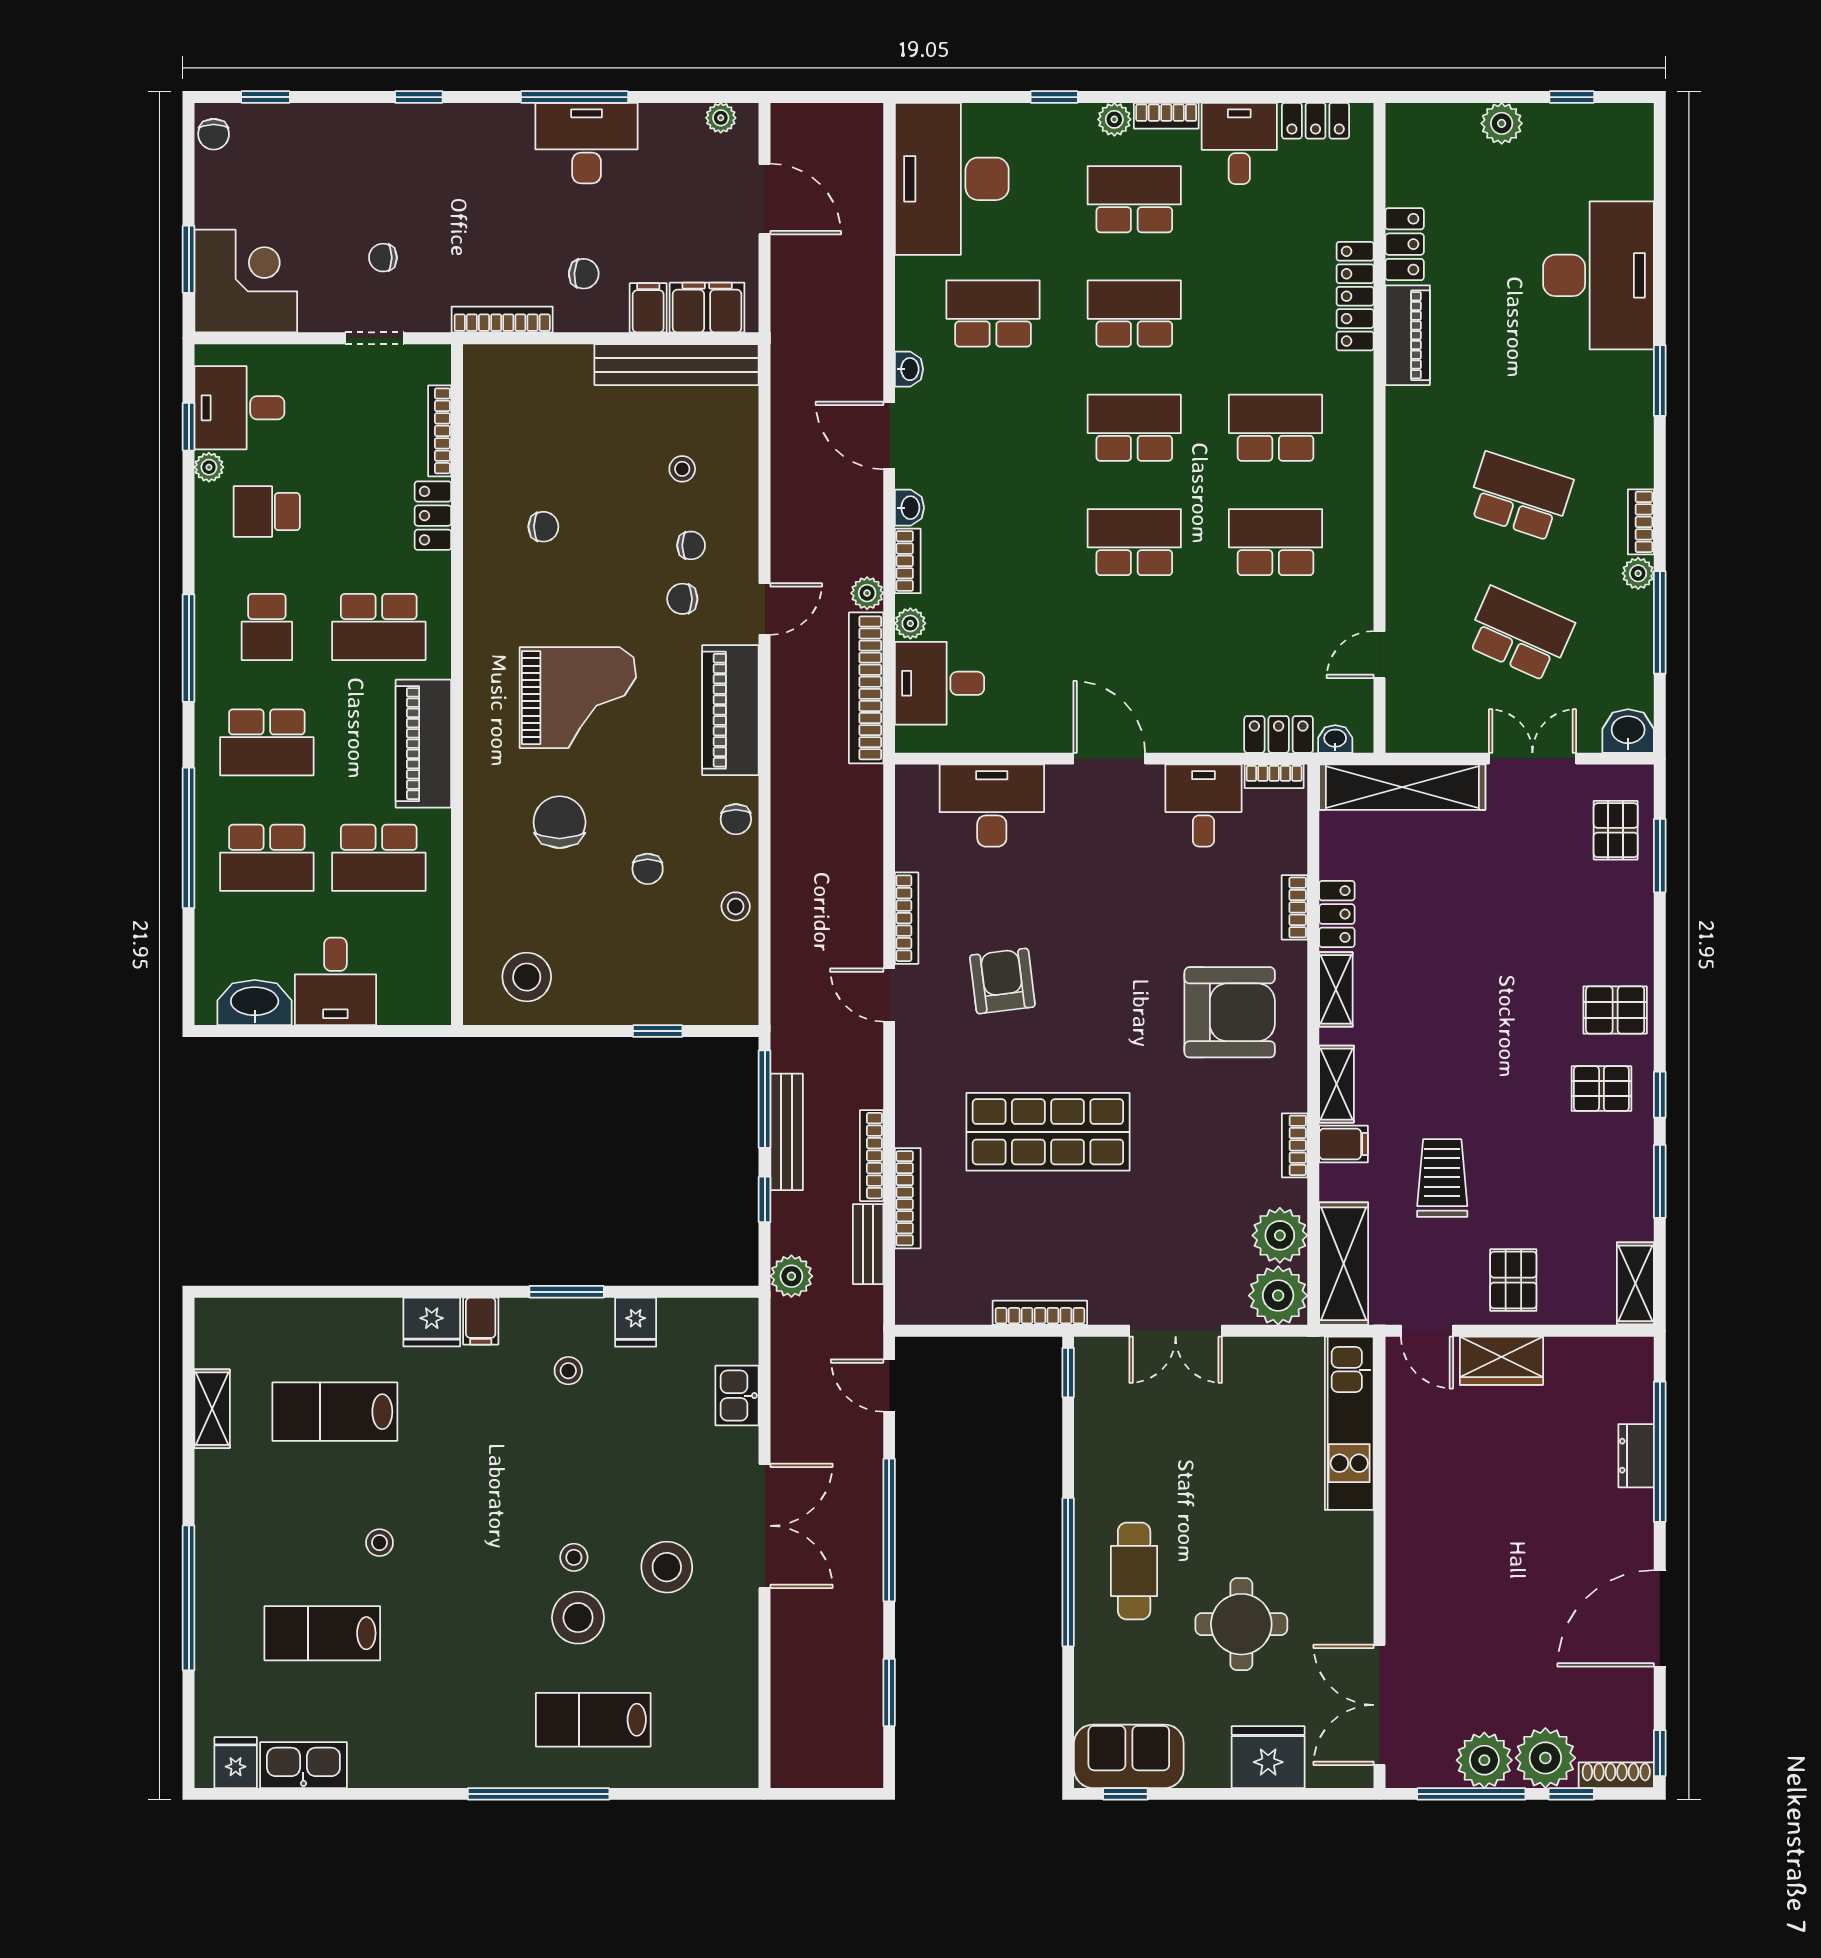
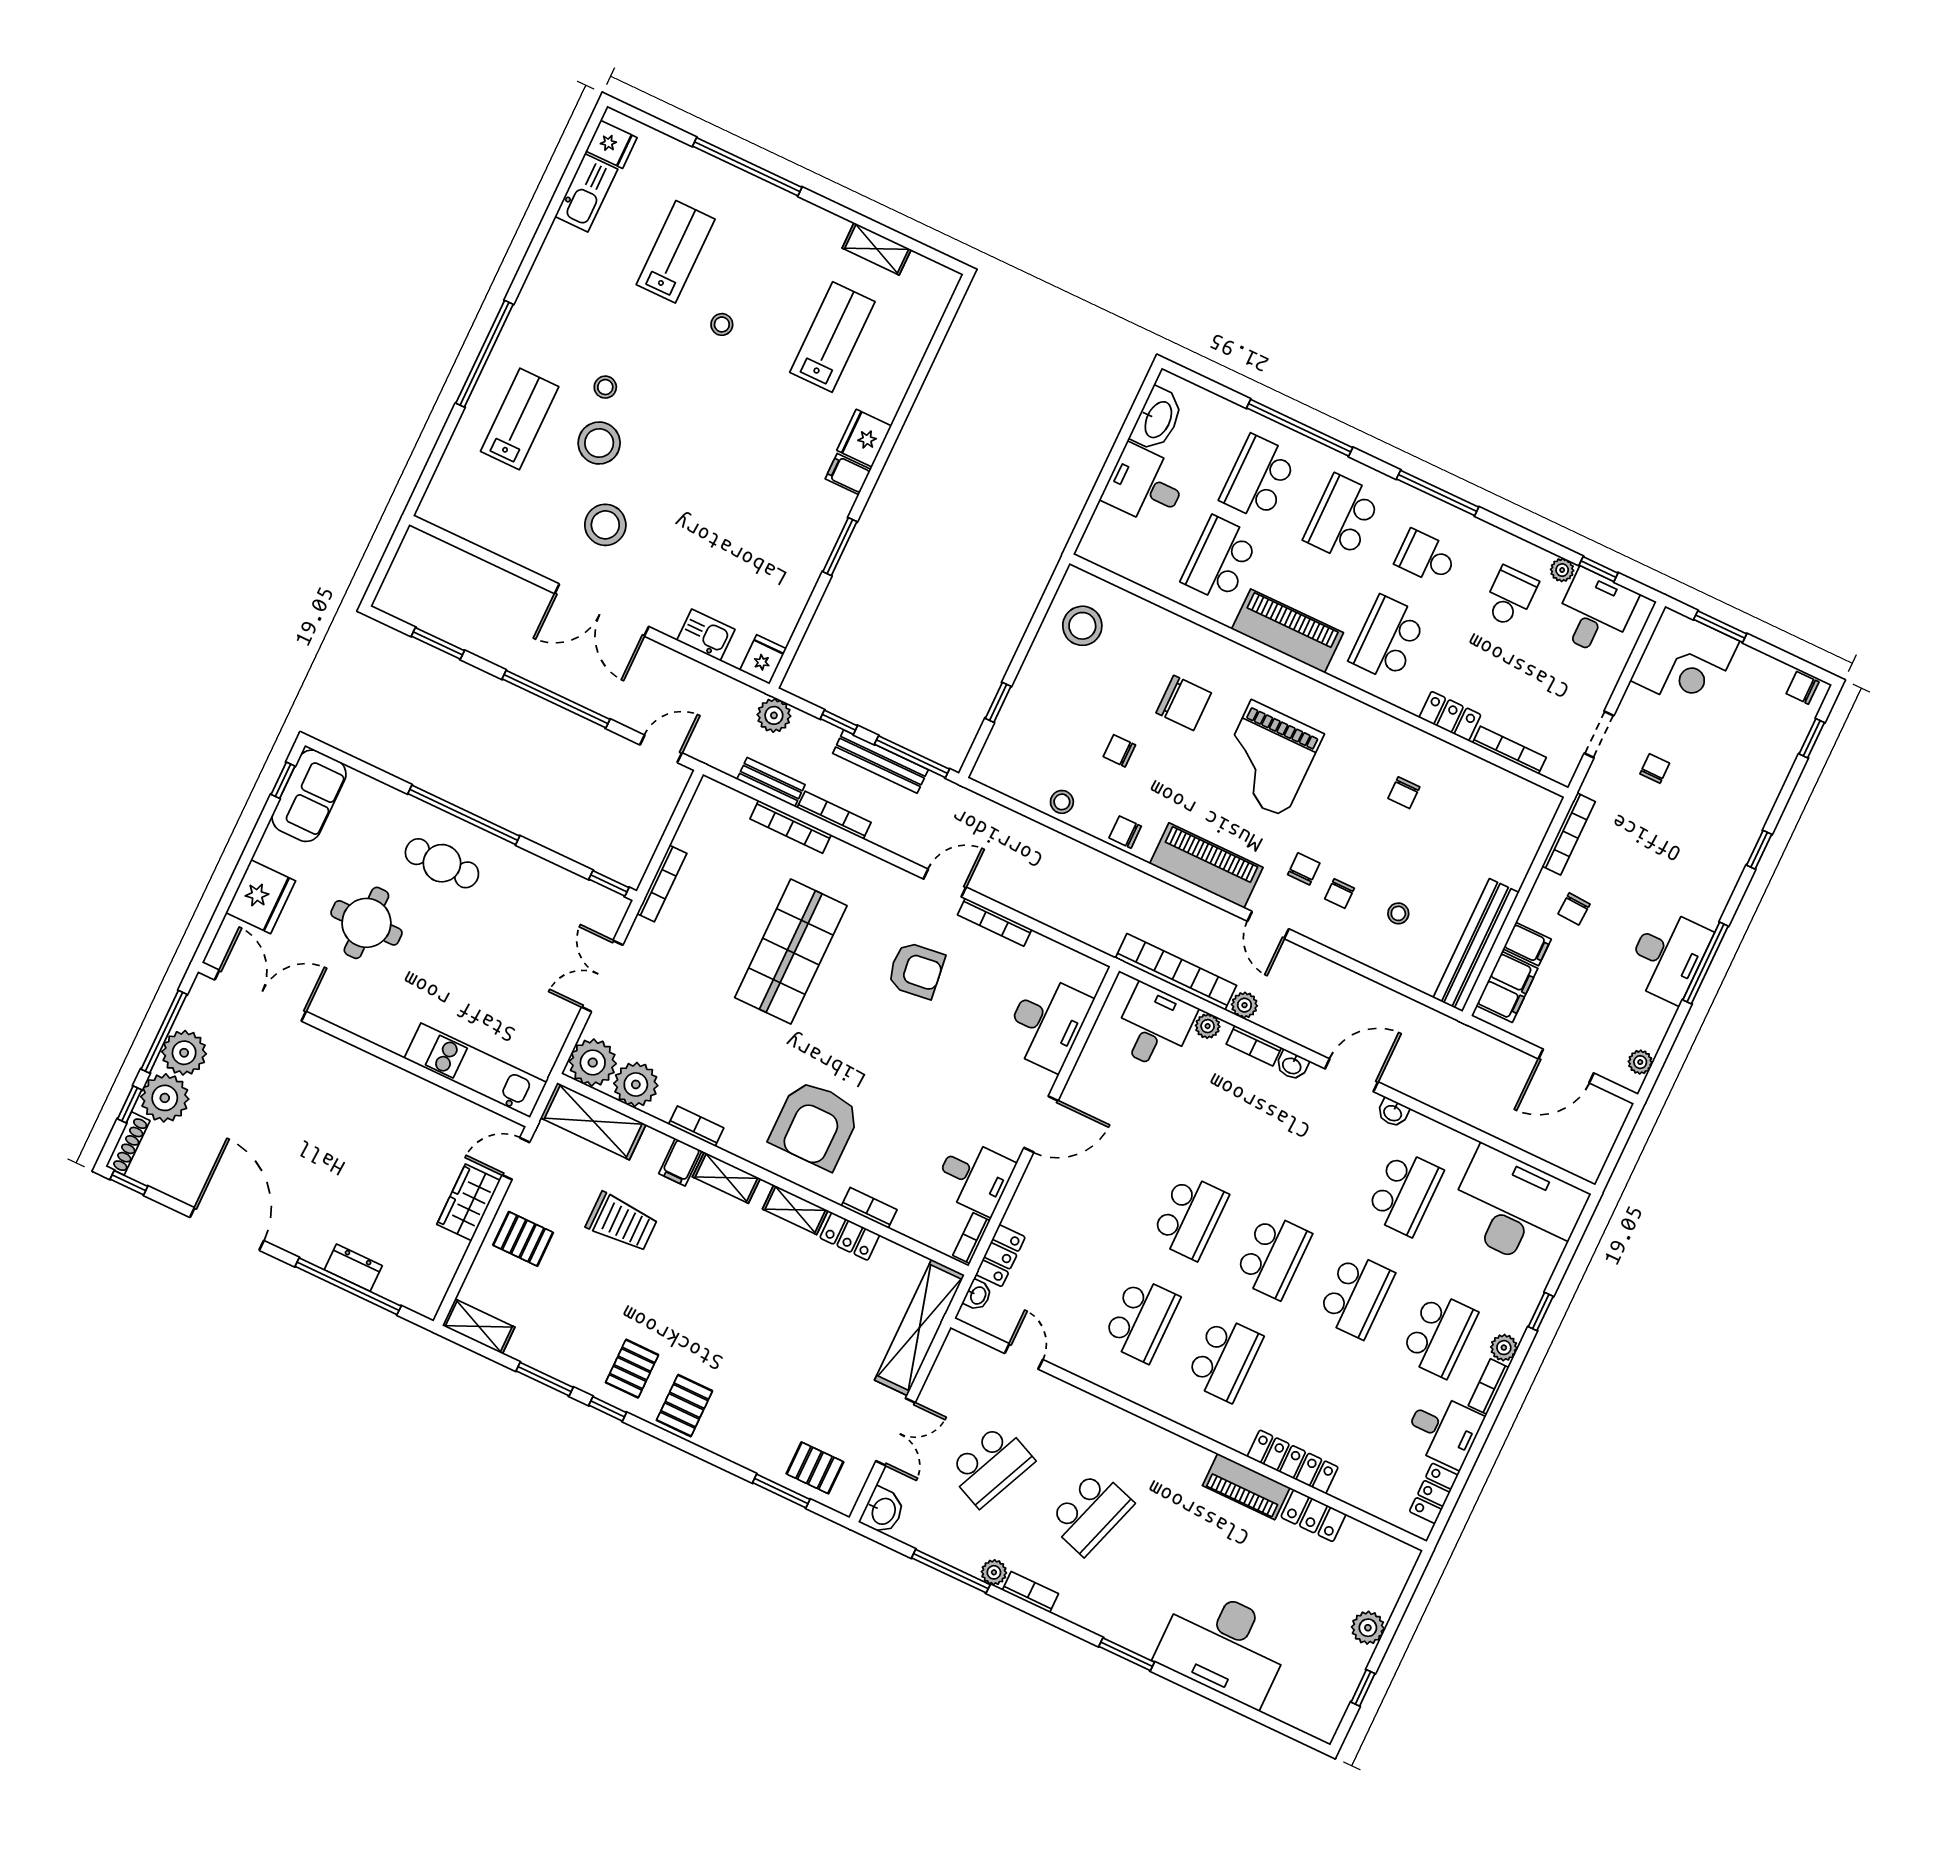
fridge: (636, 1322) -> (763, 659), moved, turned 90
stool: (568, 1371) -> (782, 521), removed
stool: (574, 1557) -> (605, 387), moved

